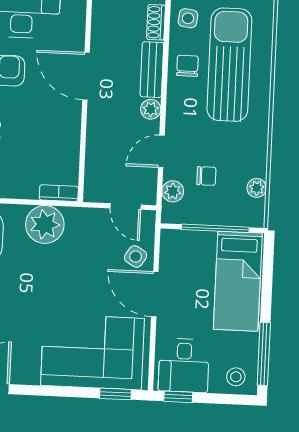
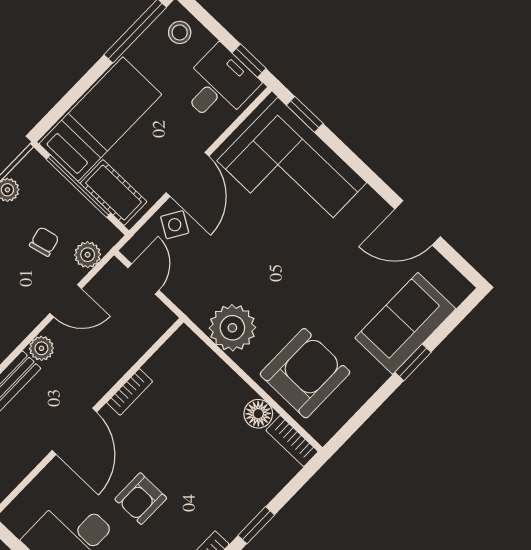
chair: (206, 176) -> (44, 242), turned 76
bookcase: (59, 193) -> (130, 392), moved, turned -90
cot: (190, 243) -> (114, 193), added

